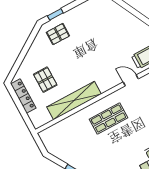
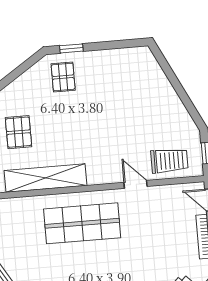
pallet: (58, 34) -> (63, 77), turned 90
shop shelf: (108, 118) -> (82, 223), width x1.43, depth x1.36

